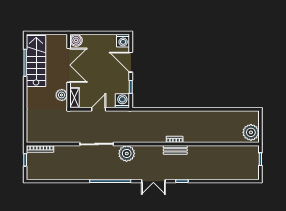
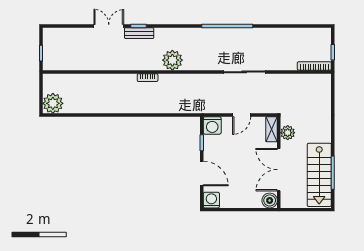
plant: (251, 132) -> (53, 103), moved
bench: (175, 150) -> (139, 33), moved
plant: (127, 153) -> (172, 60), moved
double door: (153, 181) -> (109, 26), moved

